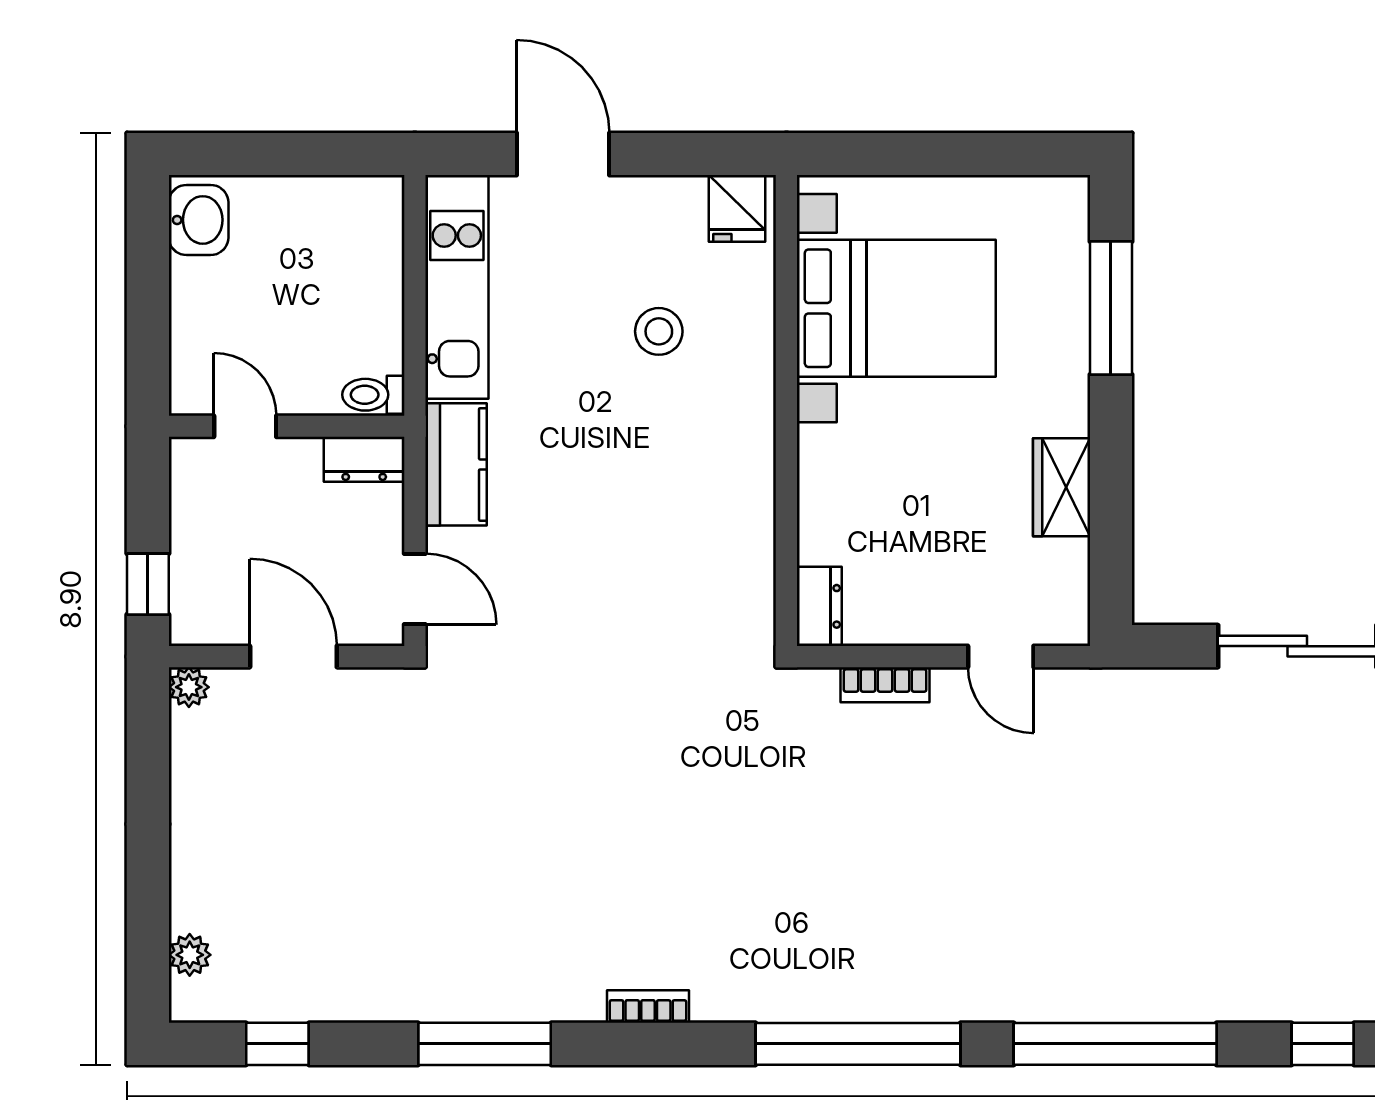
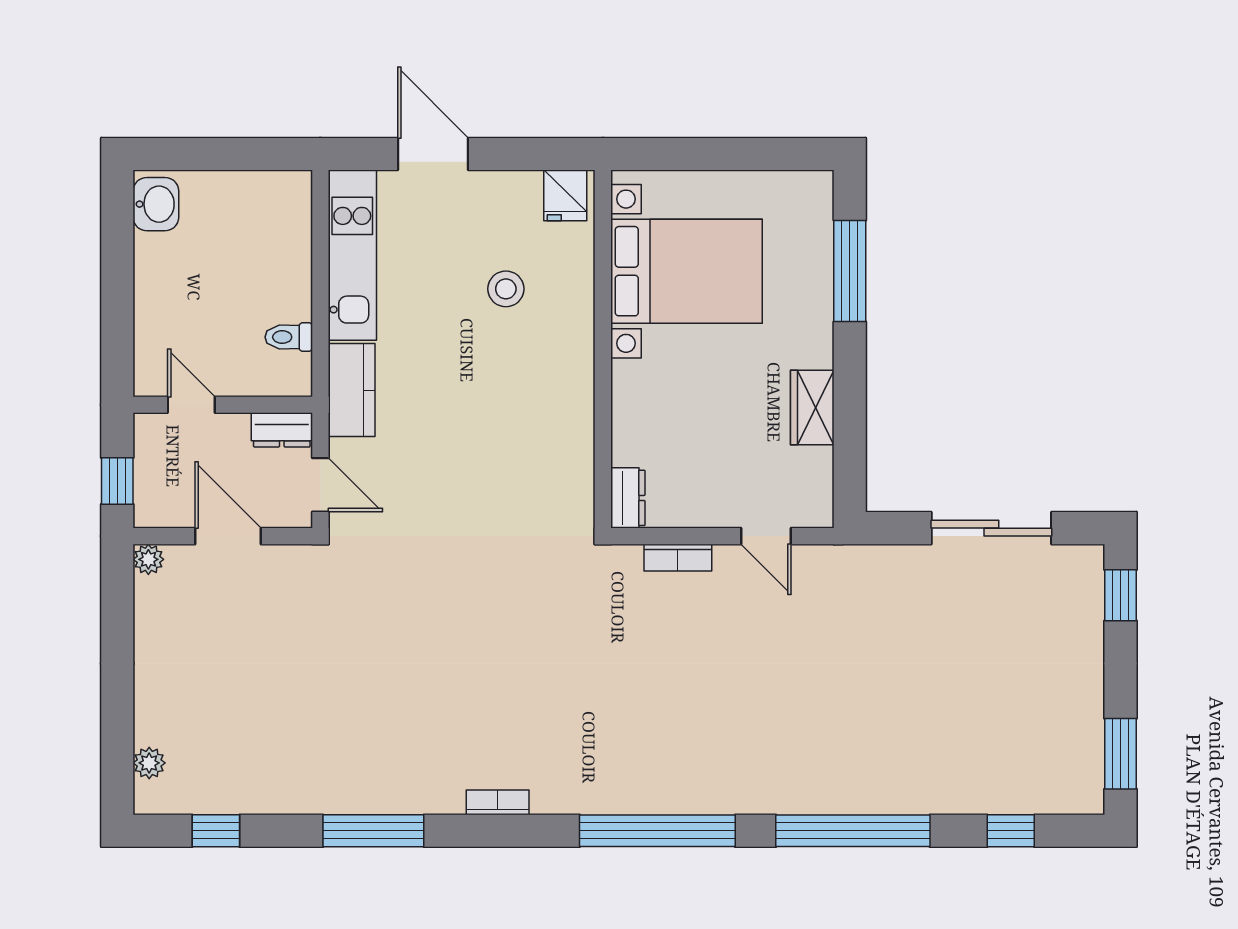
door: (245, 426) -> (191, 405), moved
wall: (287, 426) -> (223, 405), moved
dresser: (364, 459) -> (282, 430), moved

